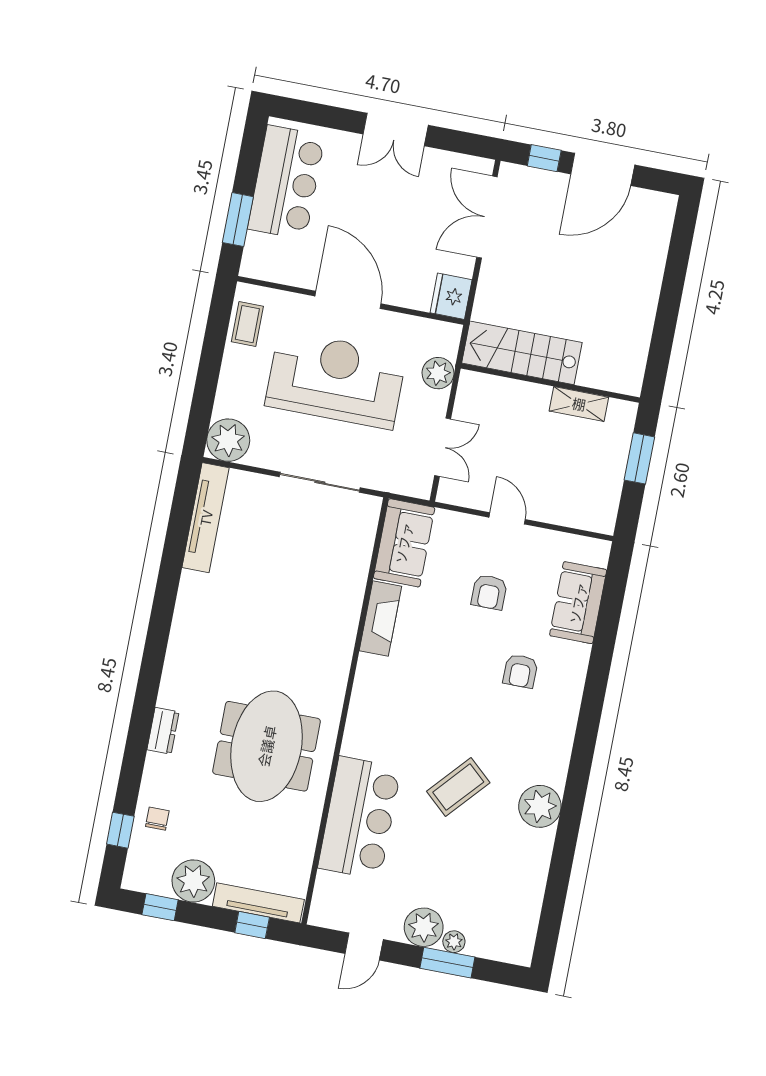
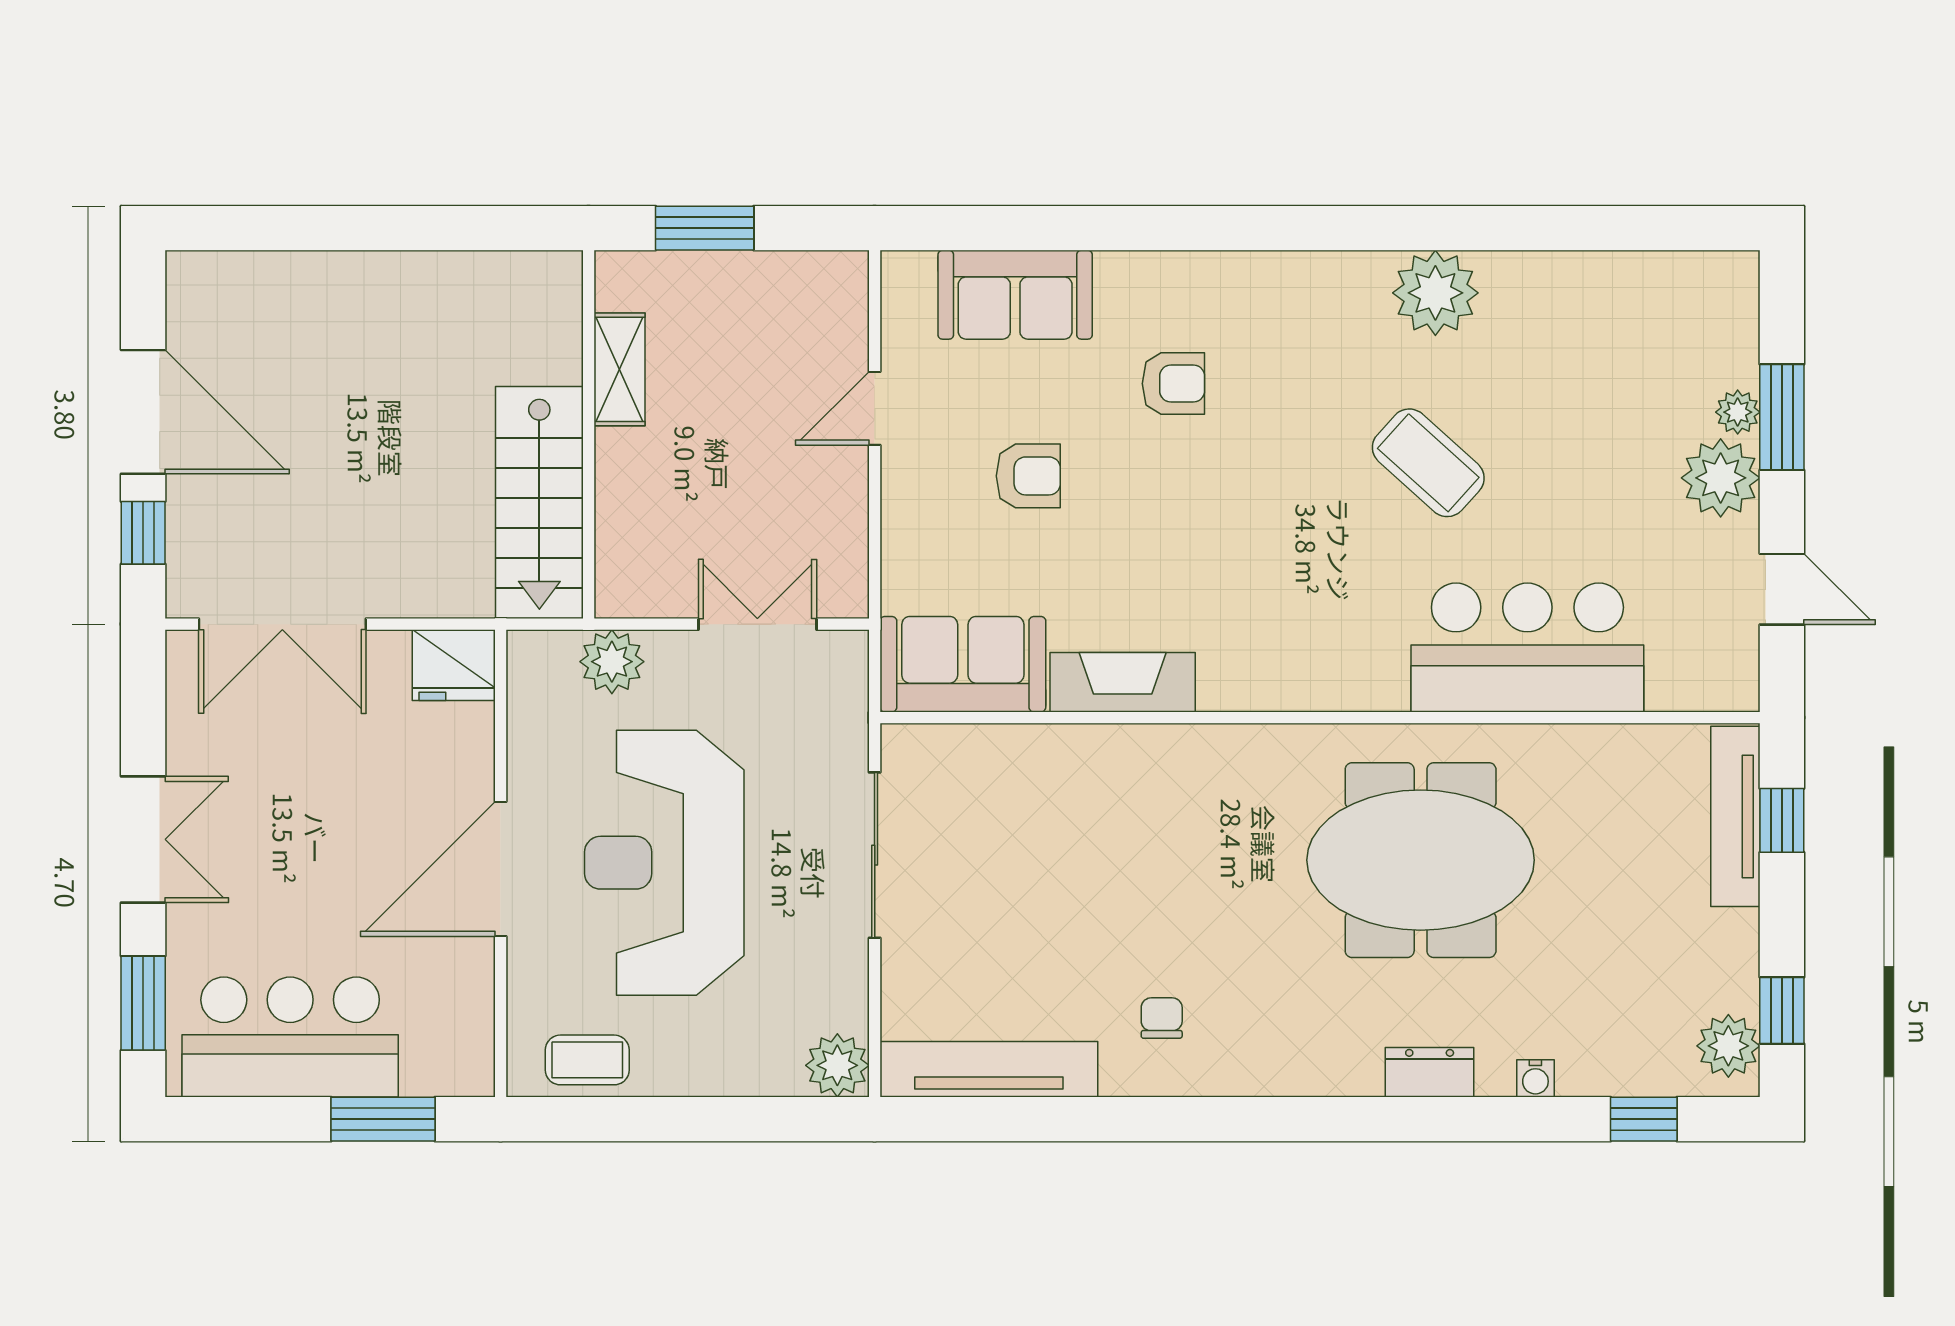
window: (316, 114) -> (143, 1003), added
plant: (228, 440) -> (837, 1065), width x0.73, depth x0.73
door: (507, 518) -> (875, 408), moved
water cooler: (150, 782) -> (1535, 1078), added
chair: (157, 819) -> (1162, 1018), moved, turned 90
plant: (193, 881) -> (1728, 1046), moved, width x0.73, depth x0.73

